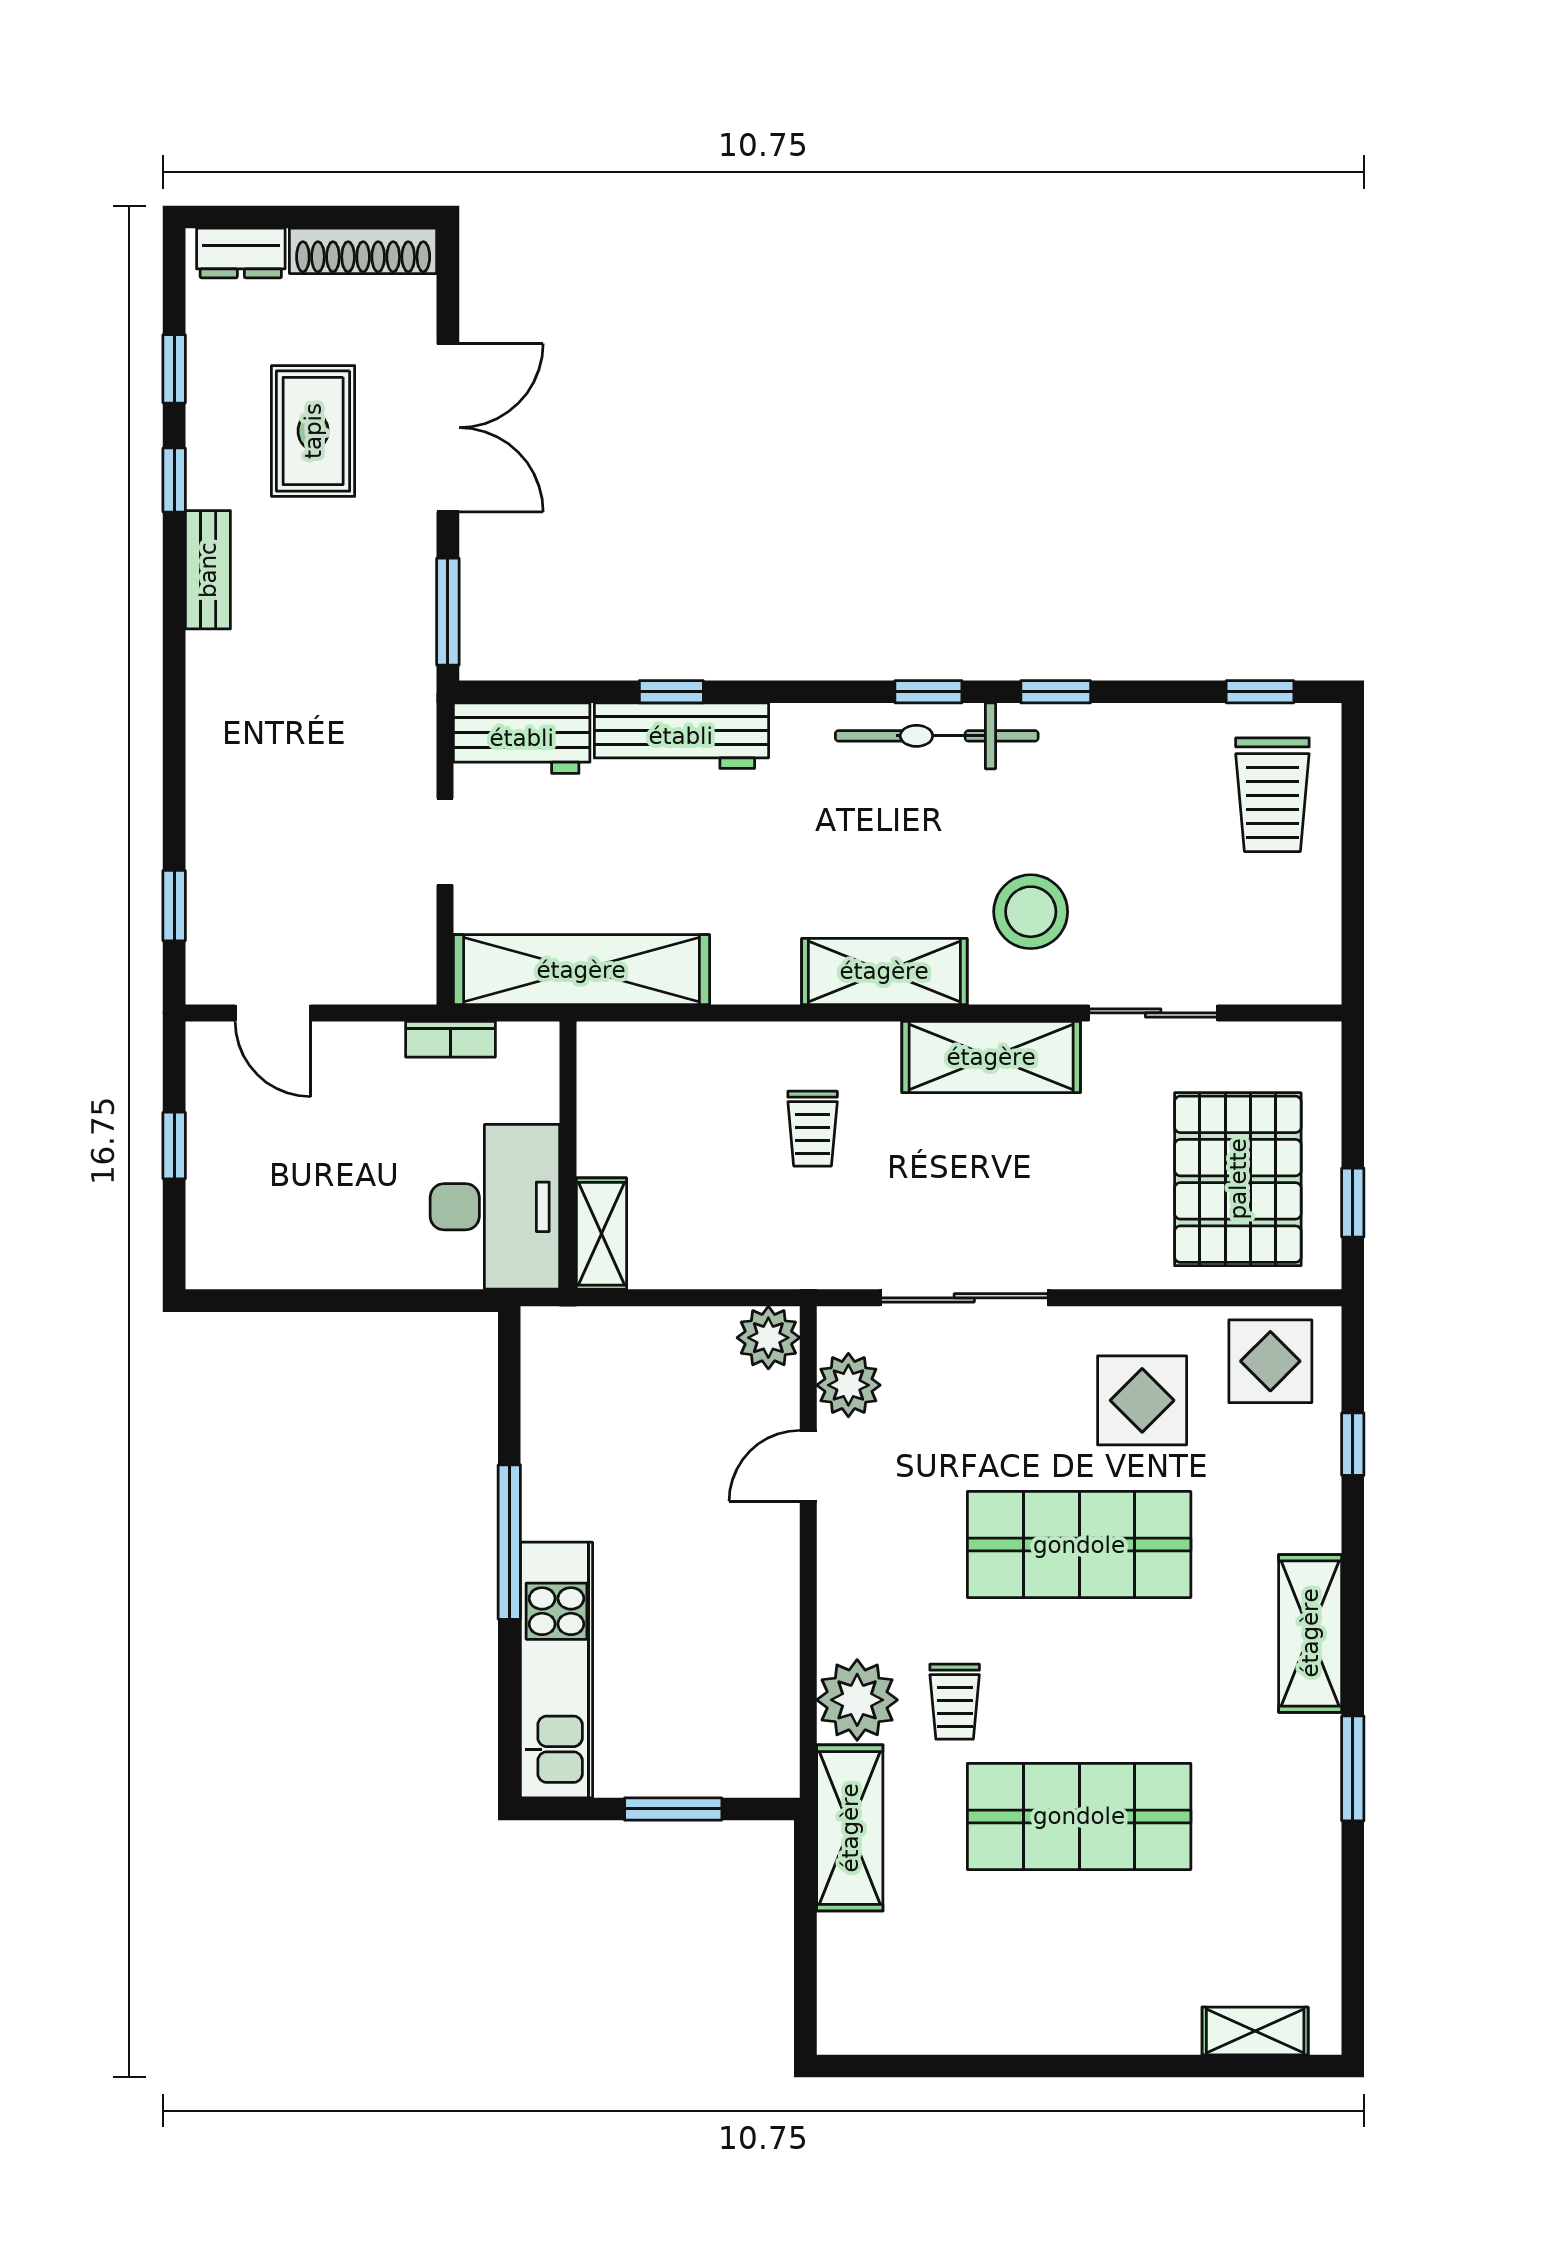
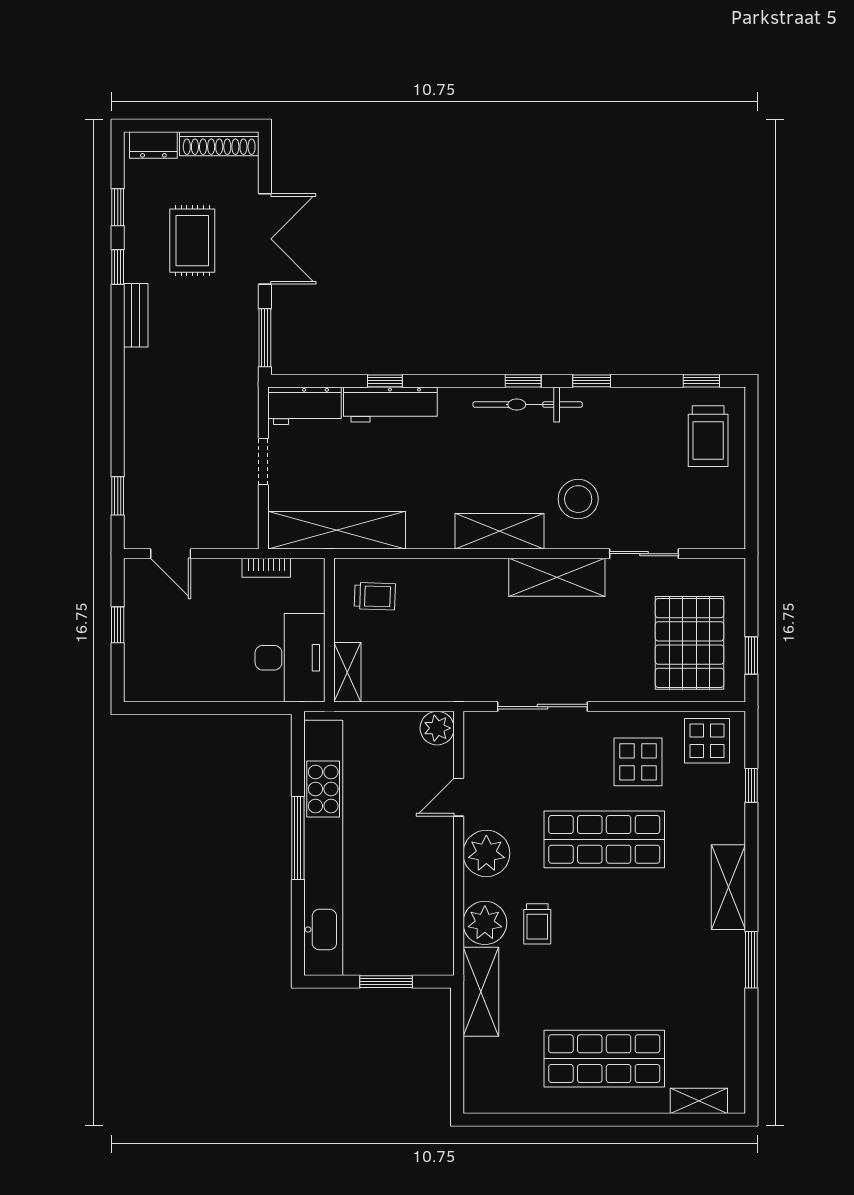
trolley: (813, 1129) -> (375, 596), moved, turned -88
plant: (848, 1385) -> (486, 853), moved, width x1.36, depth x1.36
kitchen unit: (557, 1670) -> (323, 848), width x1.86
shop shelf: (1079, 1816) -> (604, 1059), moved

